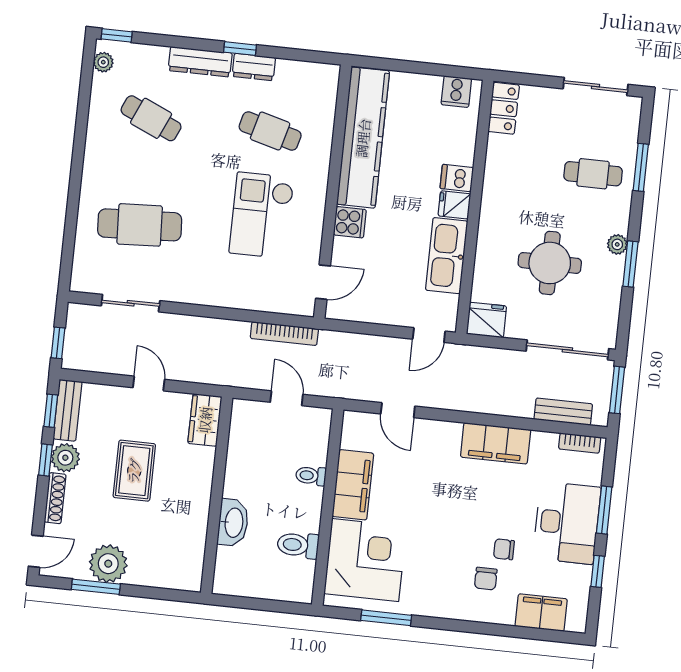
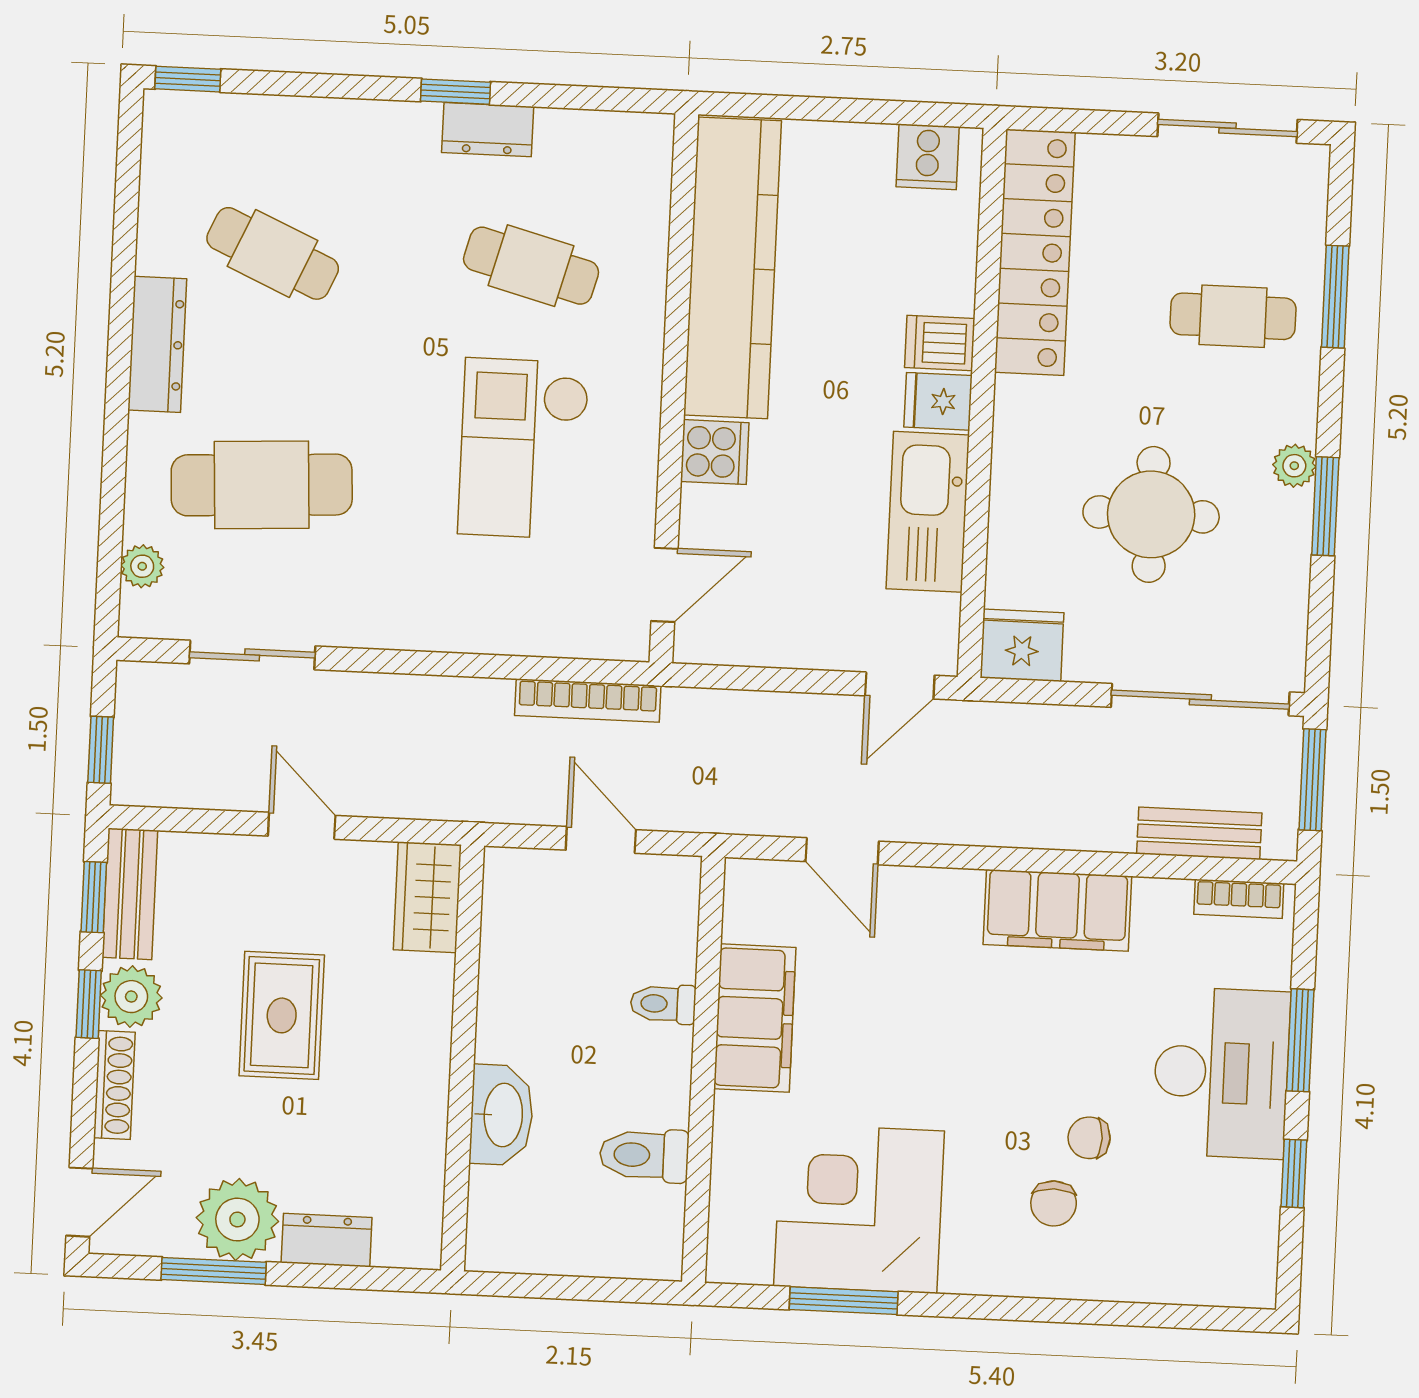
plant: (103, 62) -> (142, 566), moved
dresser: (200, 62) -> (157, 344), moved, turned -90
locker: (504, 108) -> (1035, 252), width x2.16, depth x1.21
corner desk: (365, 560) -> (859, 1208), moved, turned -90
dresser: (149, 576) -> (327, 1240), added
filing cabinet: (541, 613) -> (1177, 1270), removed

